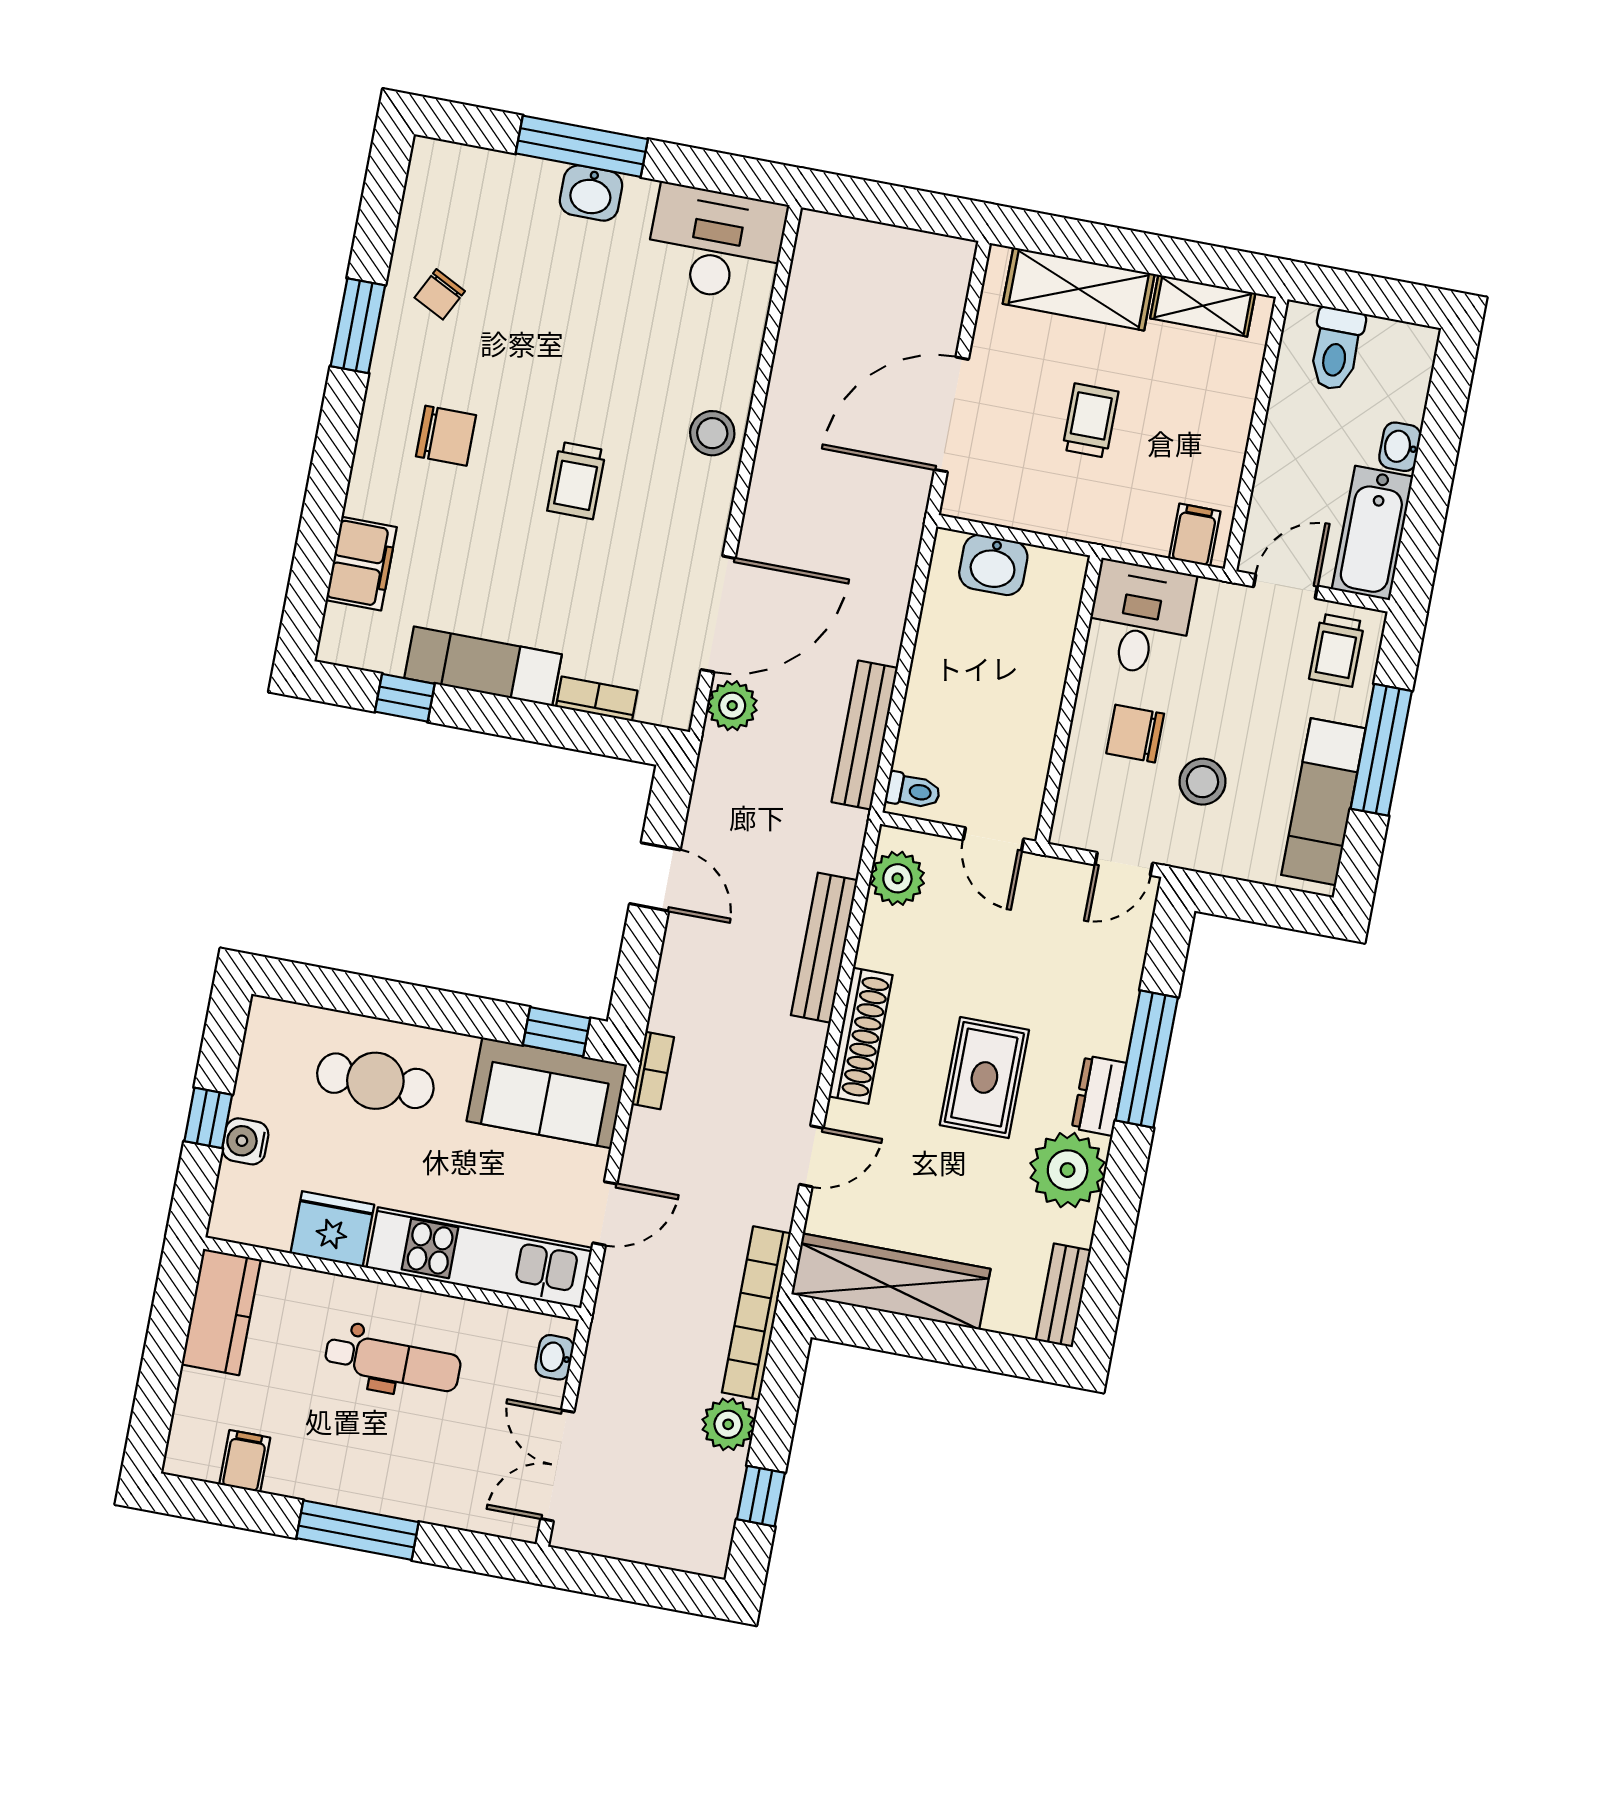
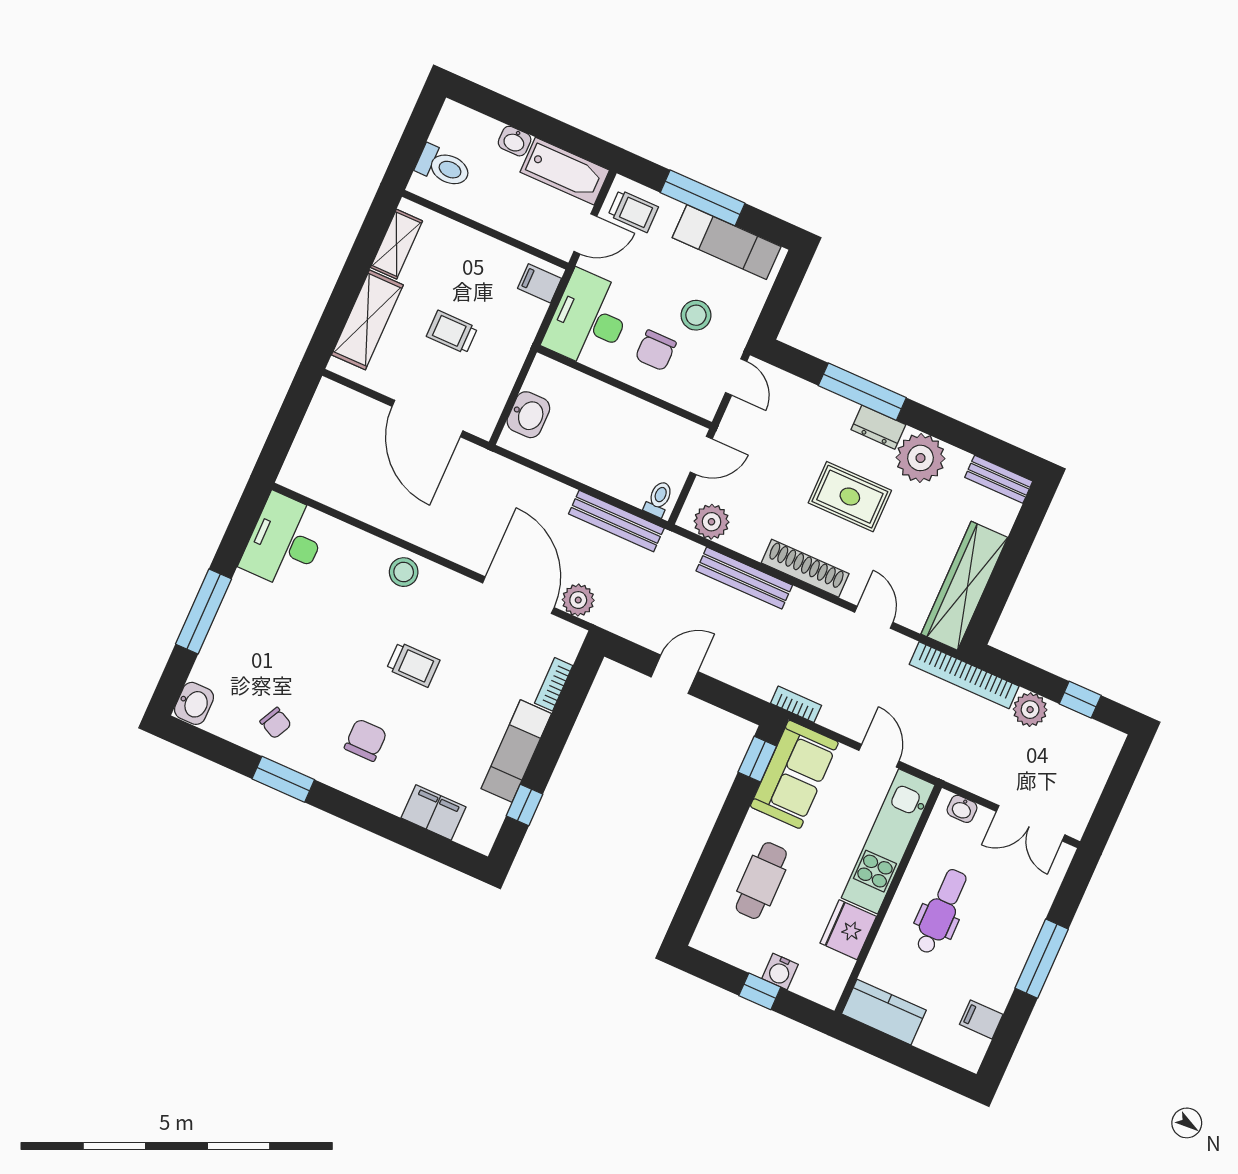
washbasin: (591, 193) -> (194, 703), moved
door: (1285, 586) -> (585, 234), swing flipped
desk: (1140, 618) -> (589, 320), width x1.37

